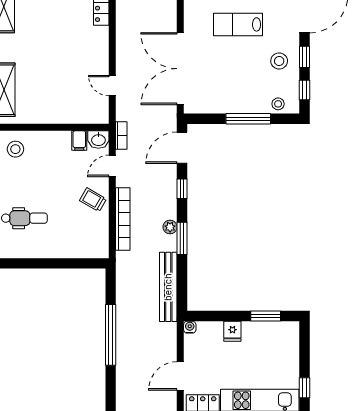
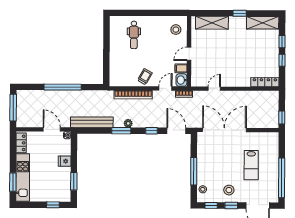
lab bench: (238, 24) -> (251, 165), turned 180
door: (55, 127) -> (189, 54), added
door: (112, 166) -> (165, 88), hinge flipped
door: (180, 376) -> (52, 129), moved
window: (304, 388) -> (53, 205), moved

